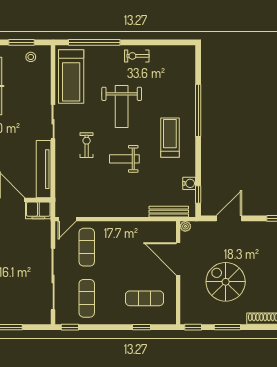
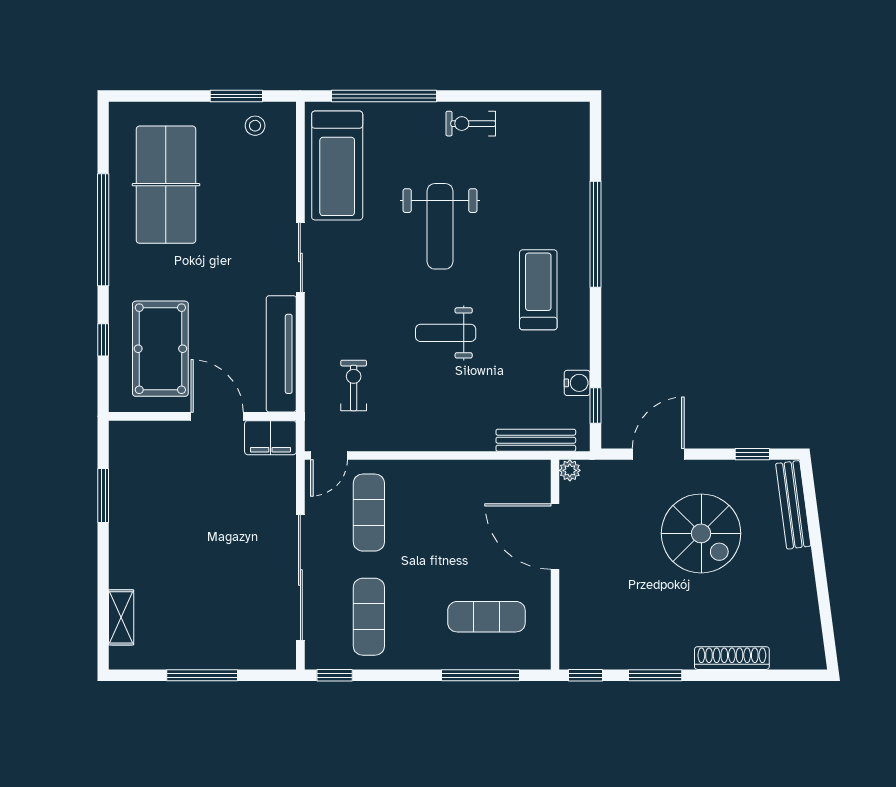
exercise bike: (87, 145) -> (354, 385), moved
spiral stairs: (226, 282) -> (701, 533), moved, turned 180
window: (142, 327) -> (480, 675), width x2.17

